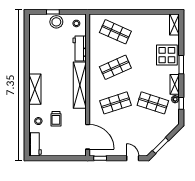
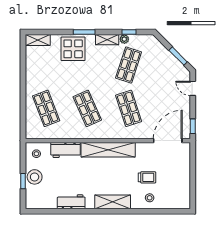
shop shelf: (115, 32) -> (46, 108), turned -45
workbench: (35, 144) -> (71, 202), moved
door: (133, 158) -> (193, 88), hinge flipped

